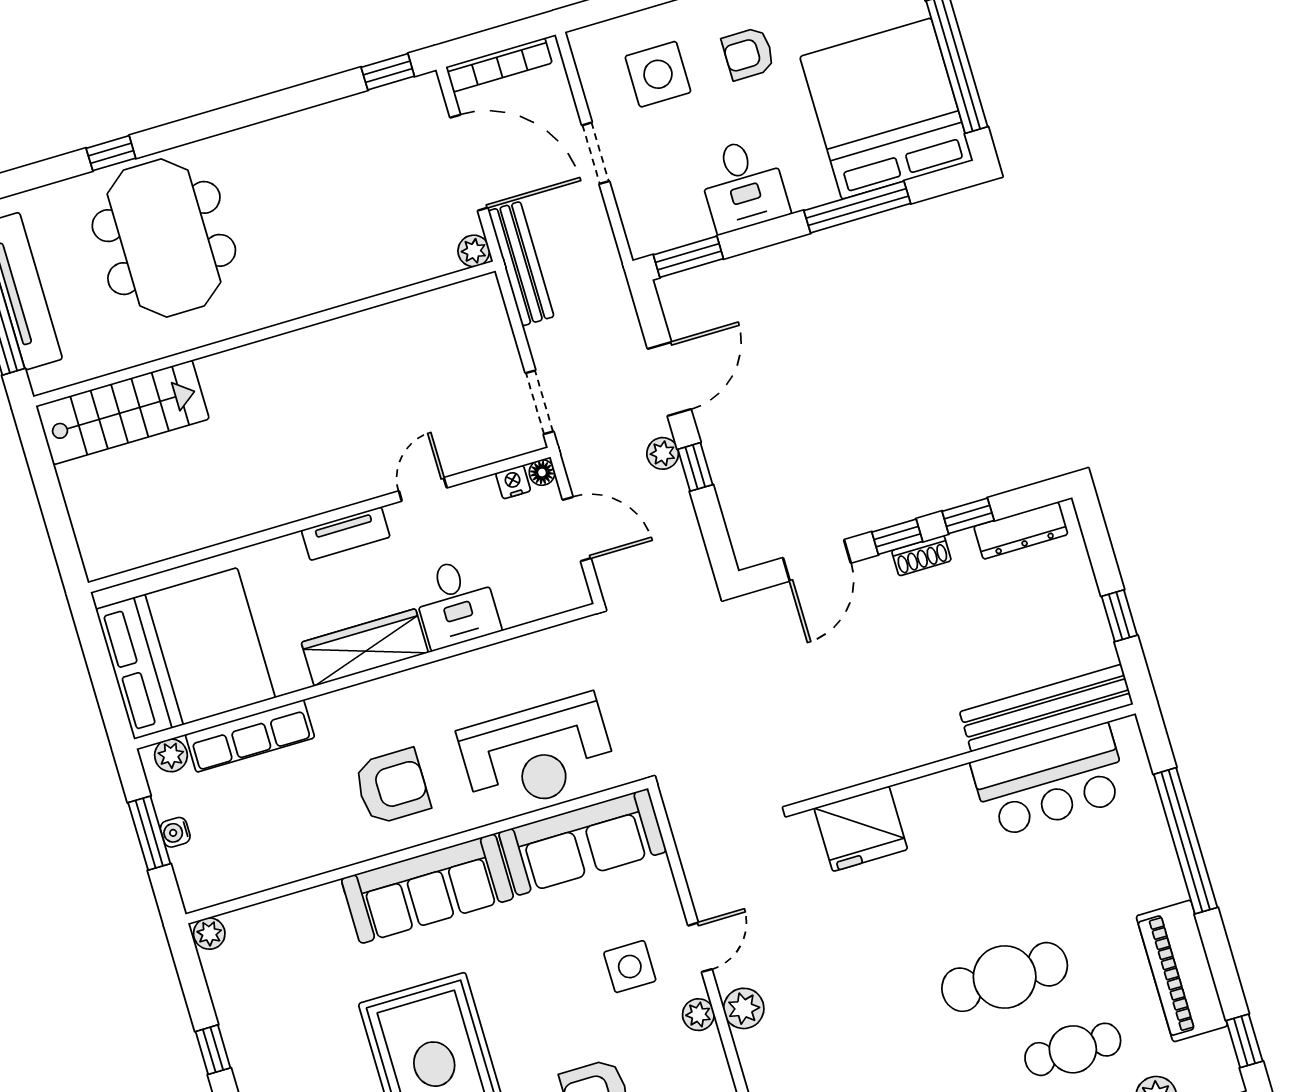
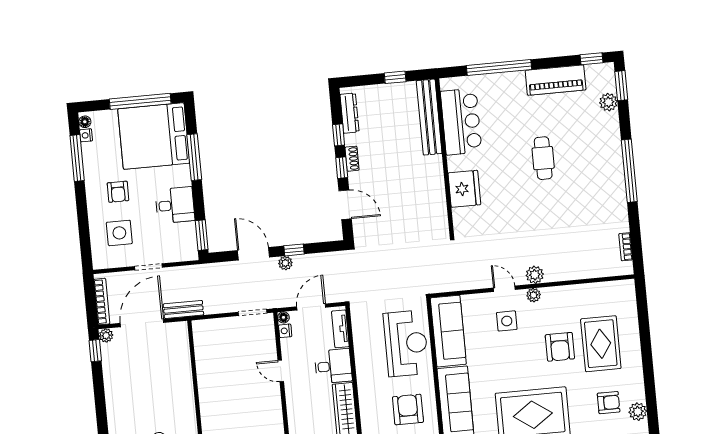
plant: (474, 251) -> (106, 335), moved
bench: (521, 264) -> (183, 309), width x0.73
tv unit: (346, 534) -> (340, 329), moved, turned 180
fridge: (861, 829) -> (464, 189), moved
cafe table: (1005, 977) -> (543, 158), width x0.73, depth x0.74
cafe table: (1073, 1049) -> (581, 134), removed

